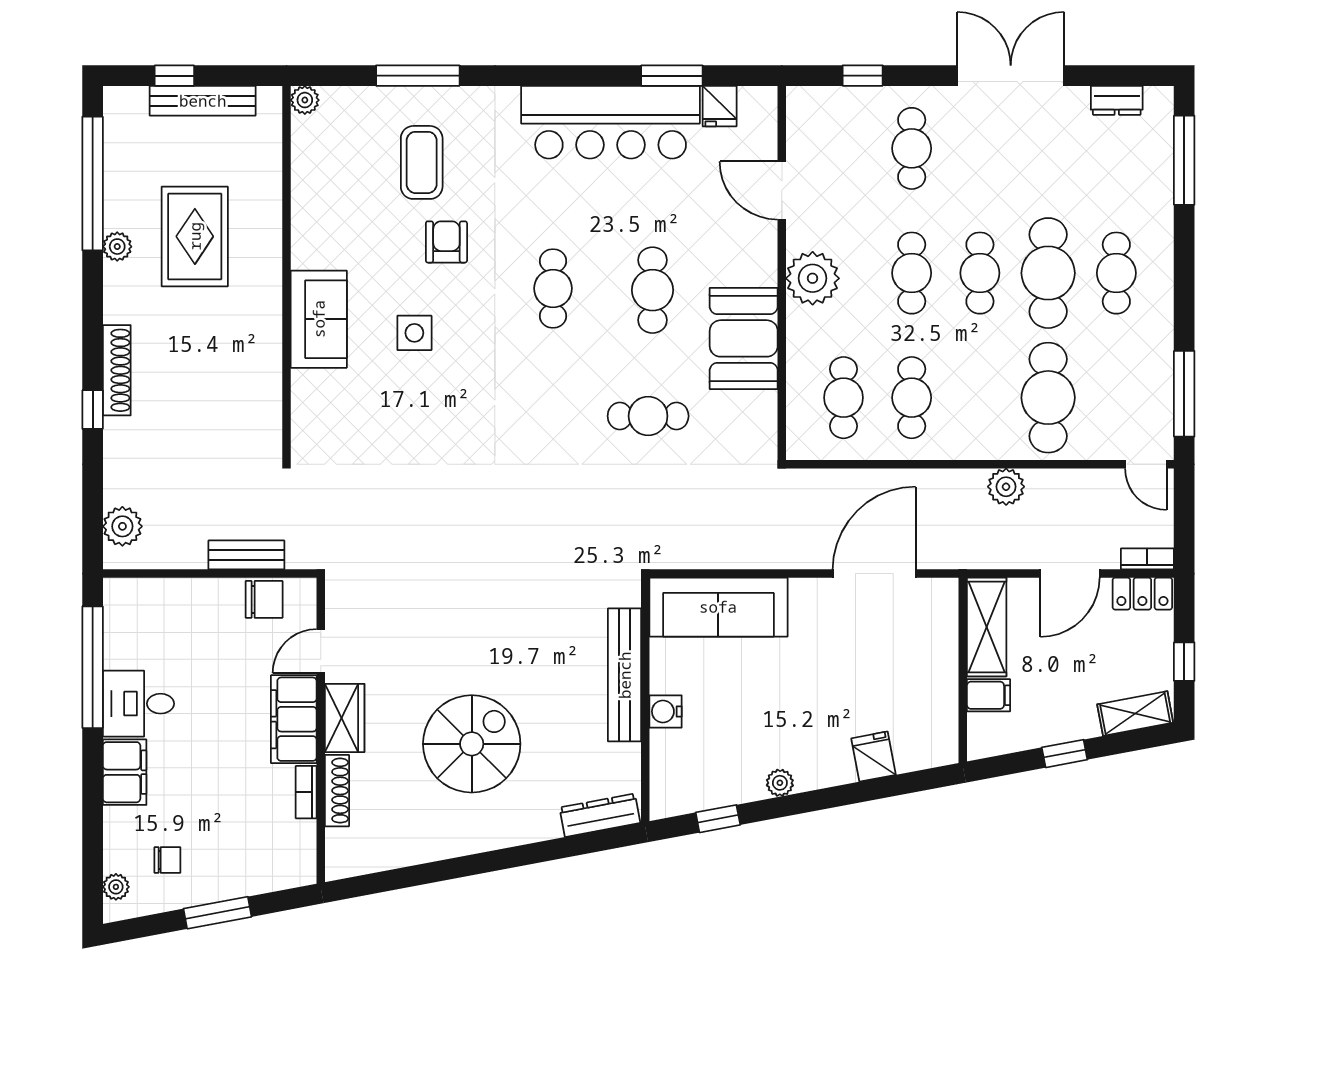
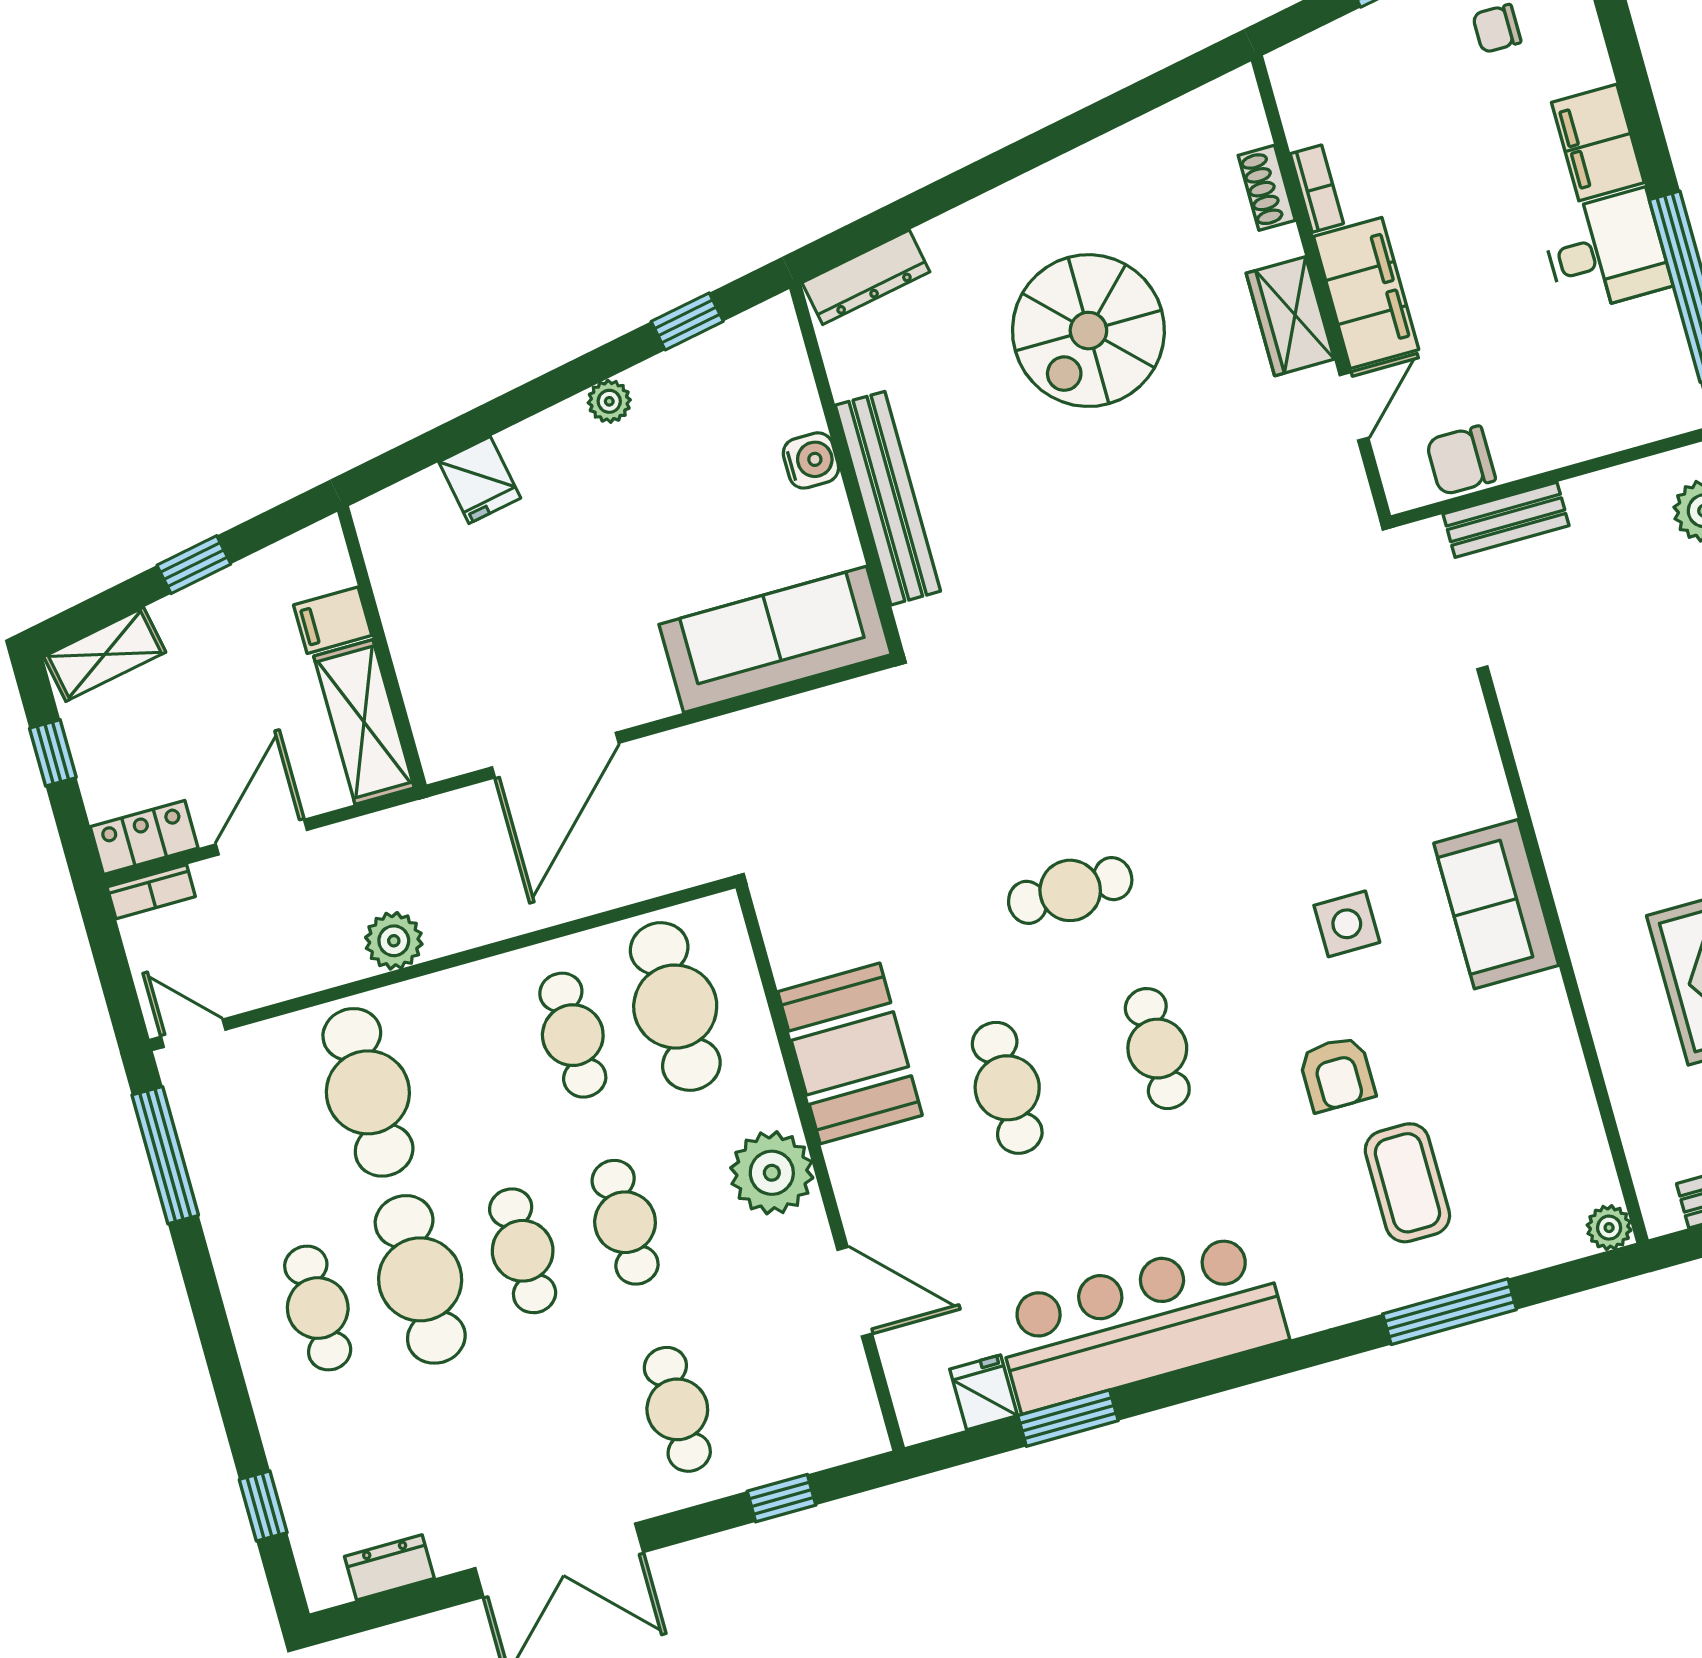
window: (1184, 160) -> (263, 1506), width x0.46
cafe table: (843, 398) -> (675, 1007), width x1.37, depth x1.35
cafe table: (648, 416) -> (1070, 890), moved
shoe rack: (337, 791) -> (1267, 188), width x0.70

